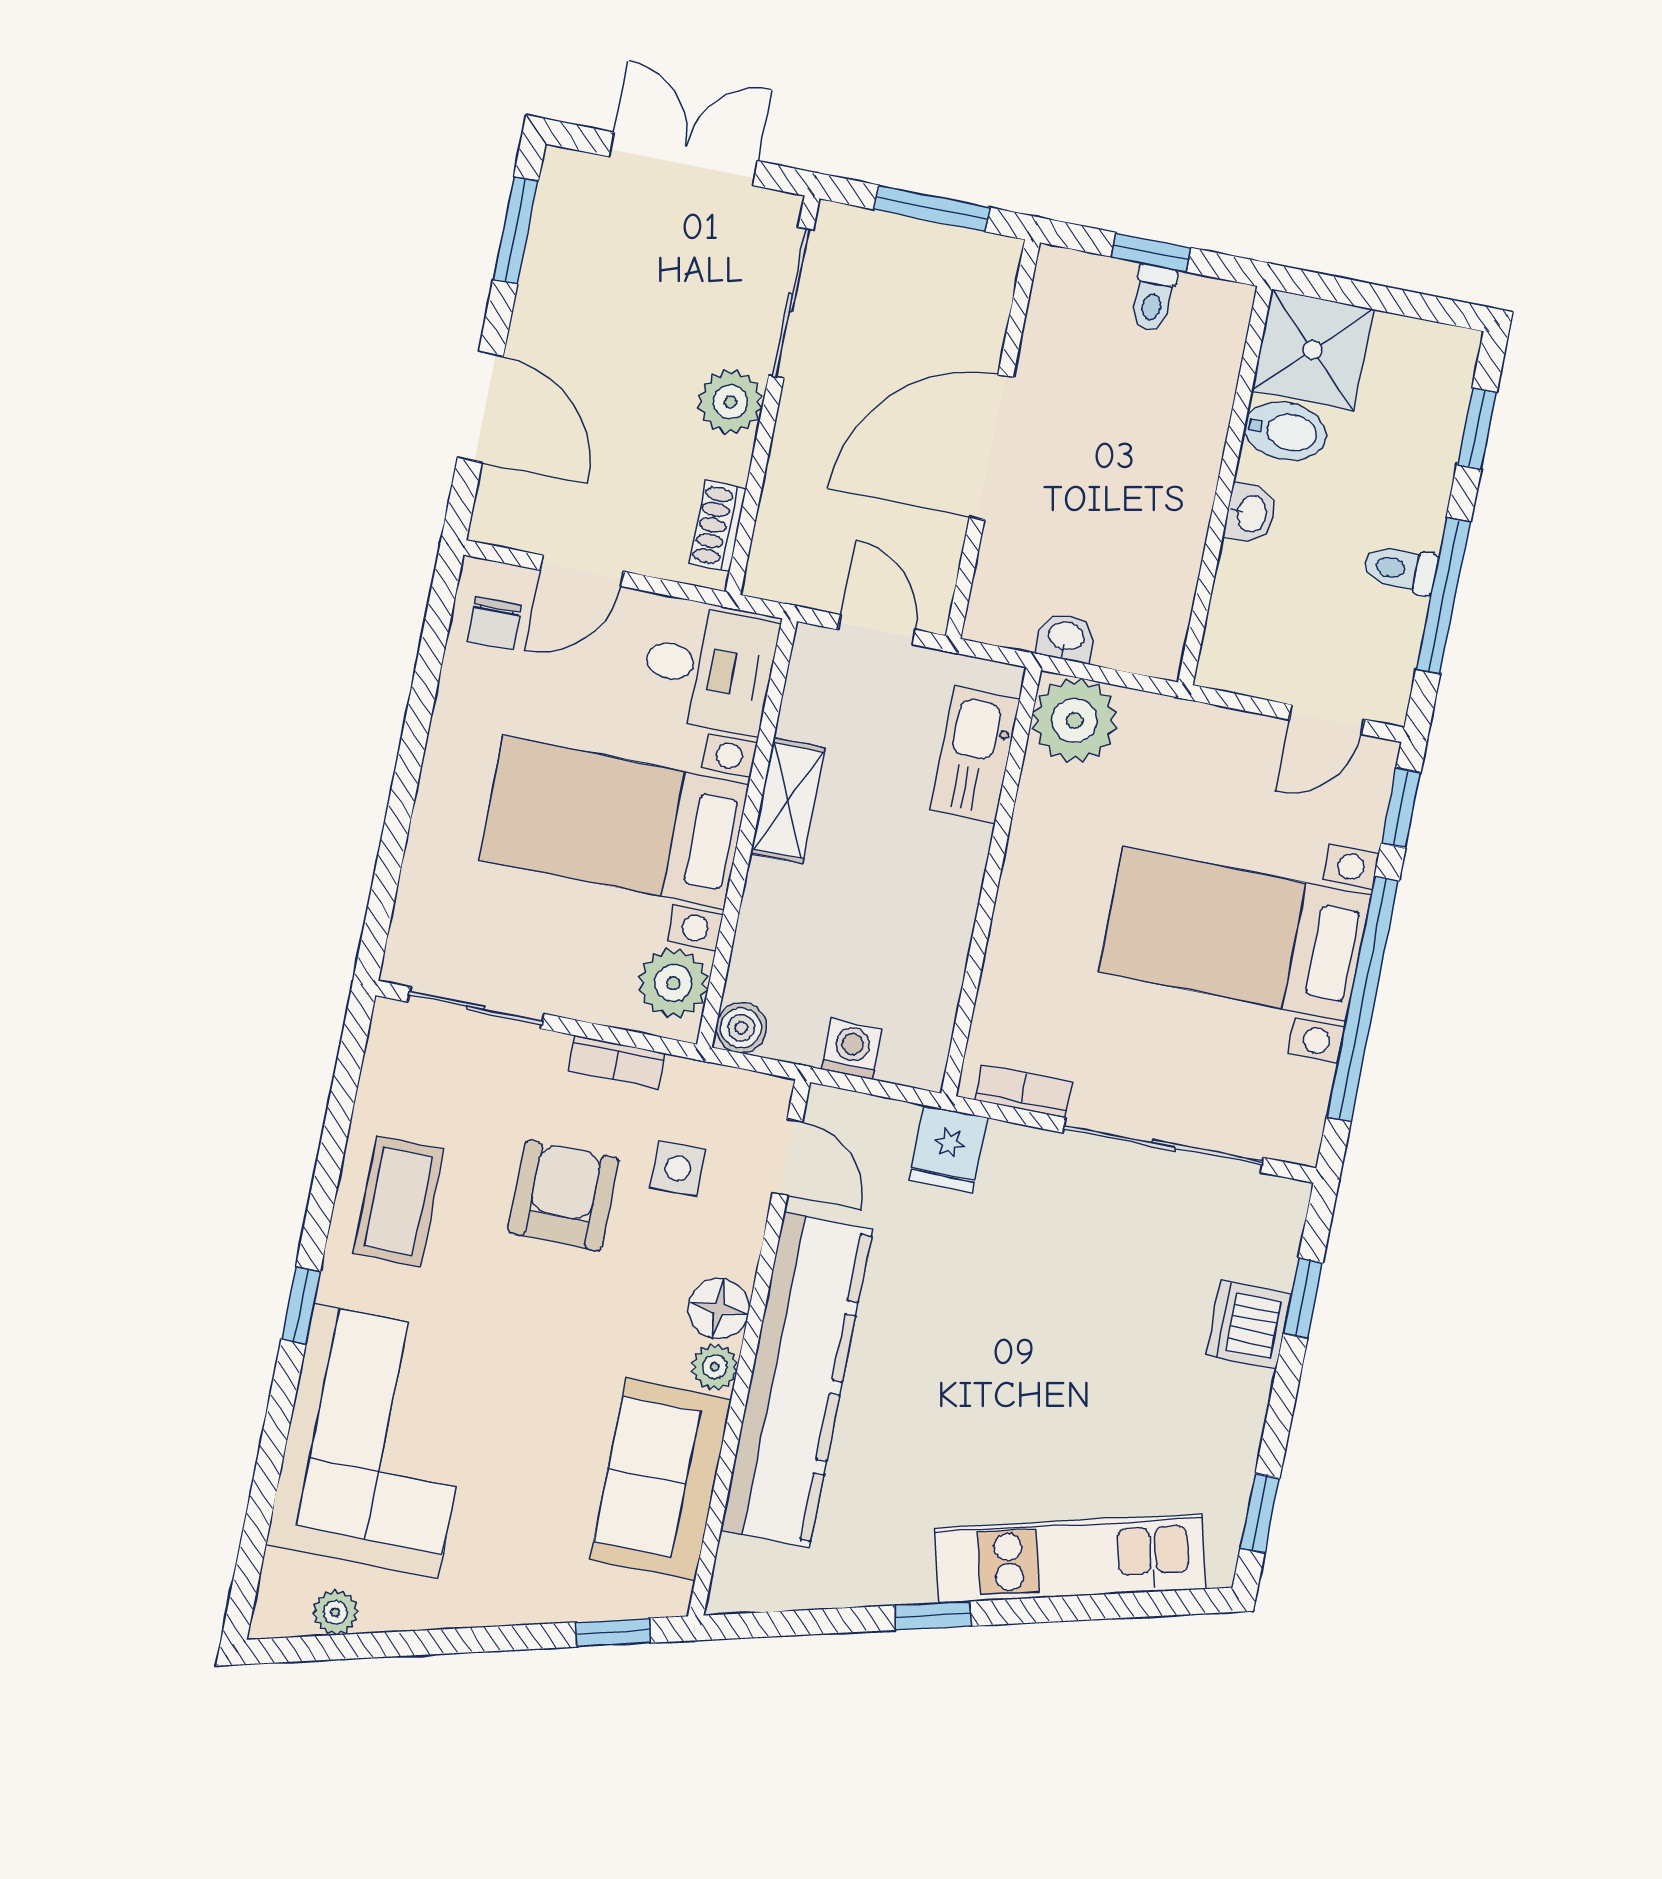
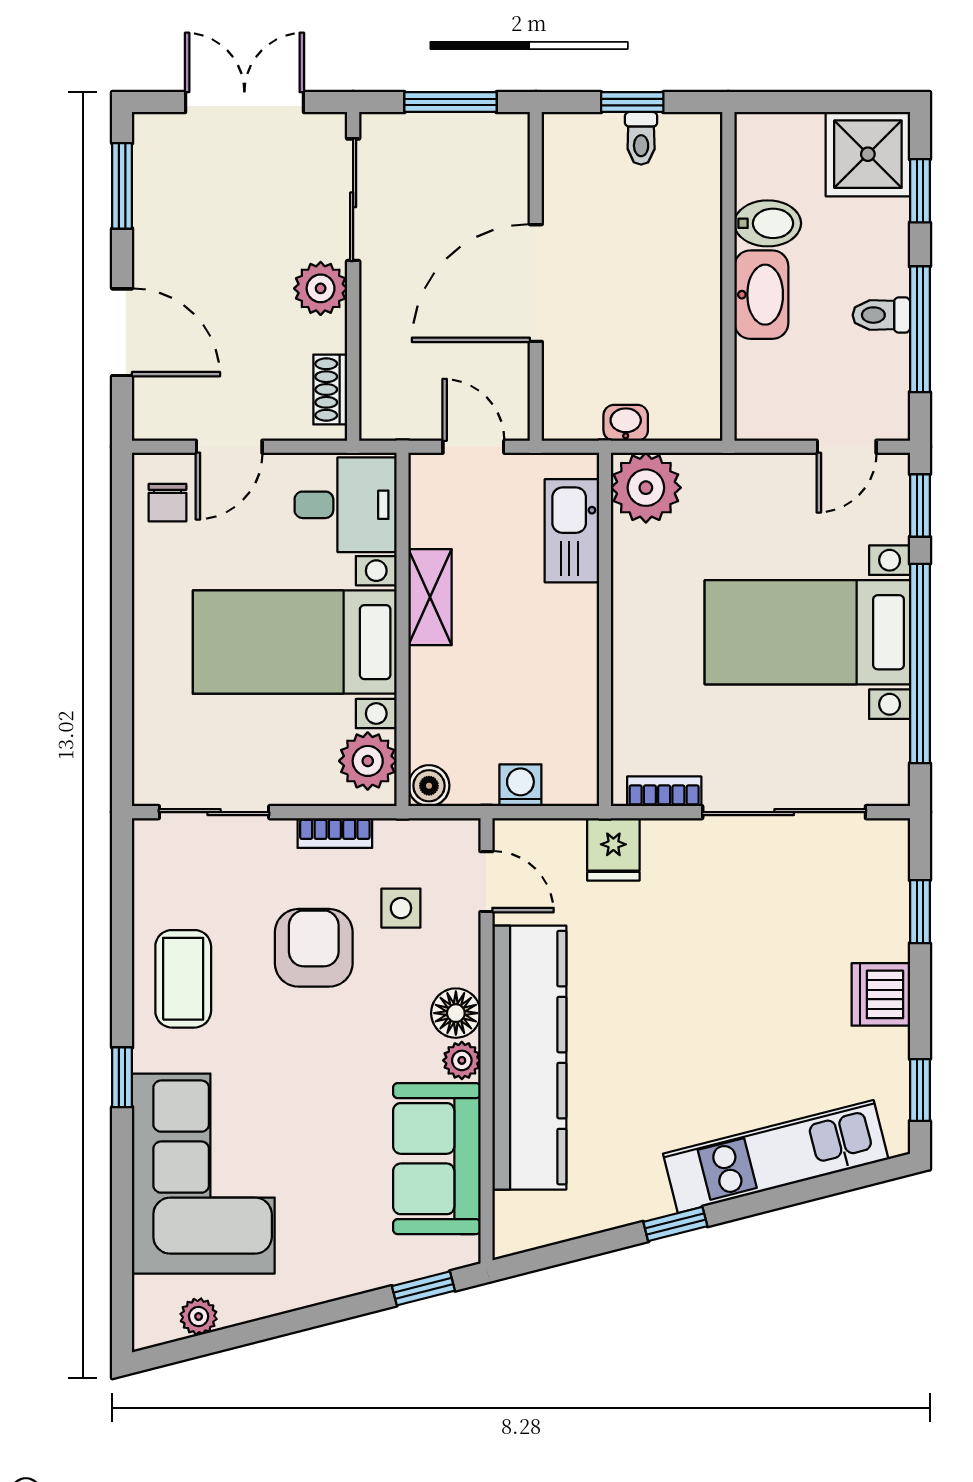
shower: (1313, 350) -> (868, 154), moved
washbasin: (1250, 514) -> (761, 295), width x1.91, depth x1.45
dishwasher: (1249, 1325) -> (881, 994), moved

